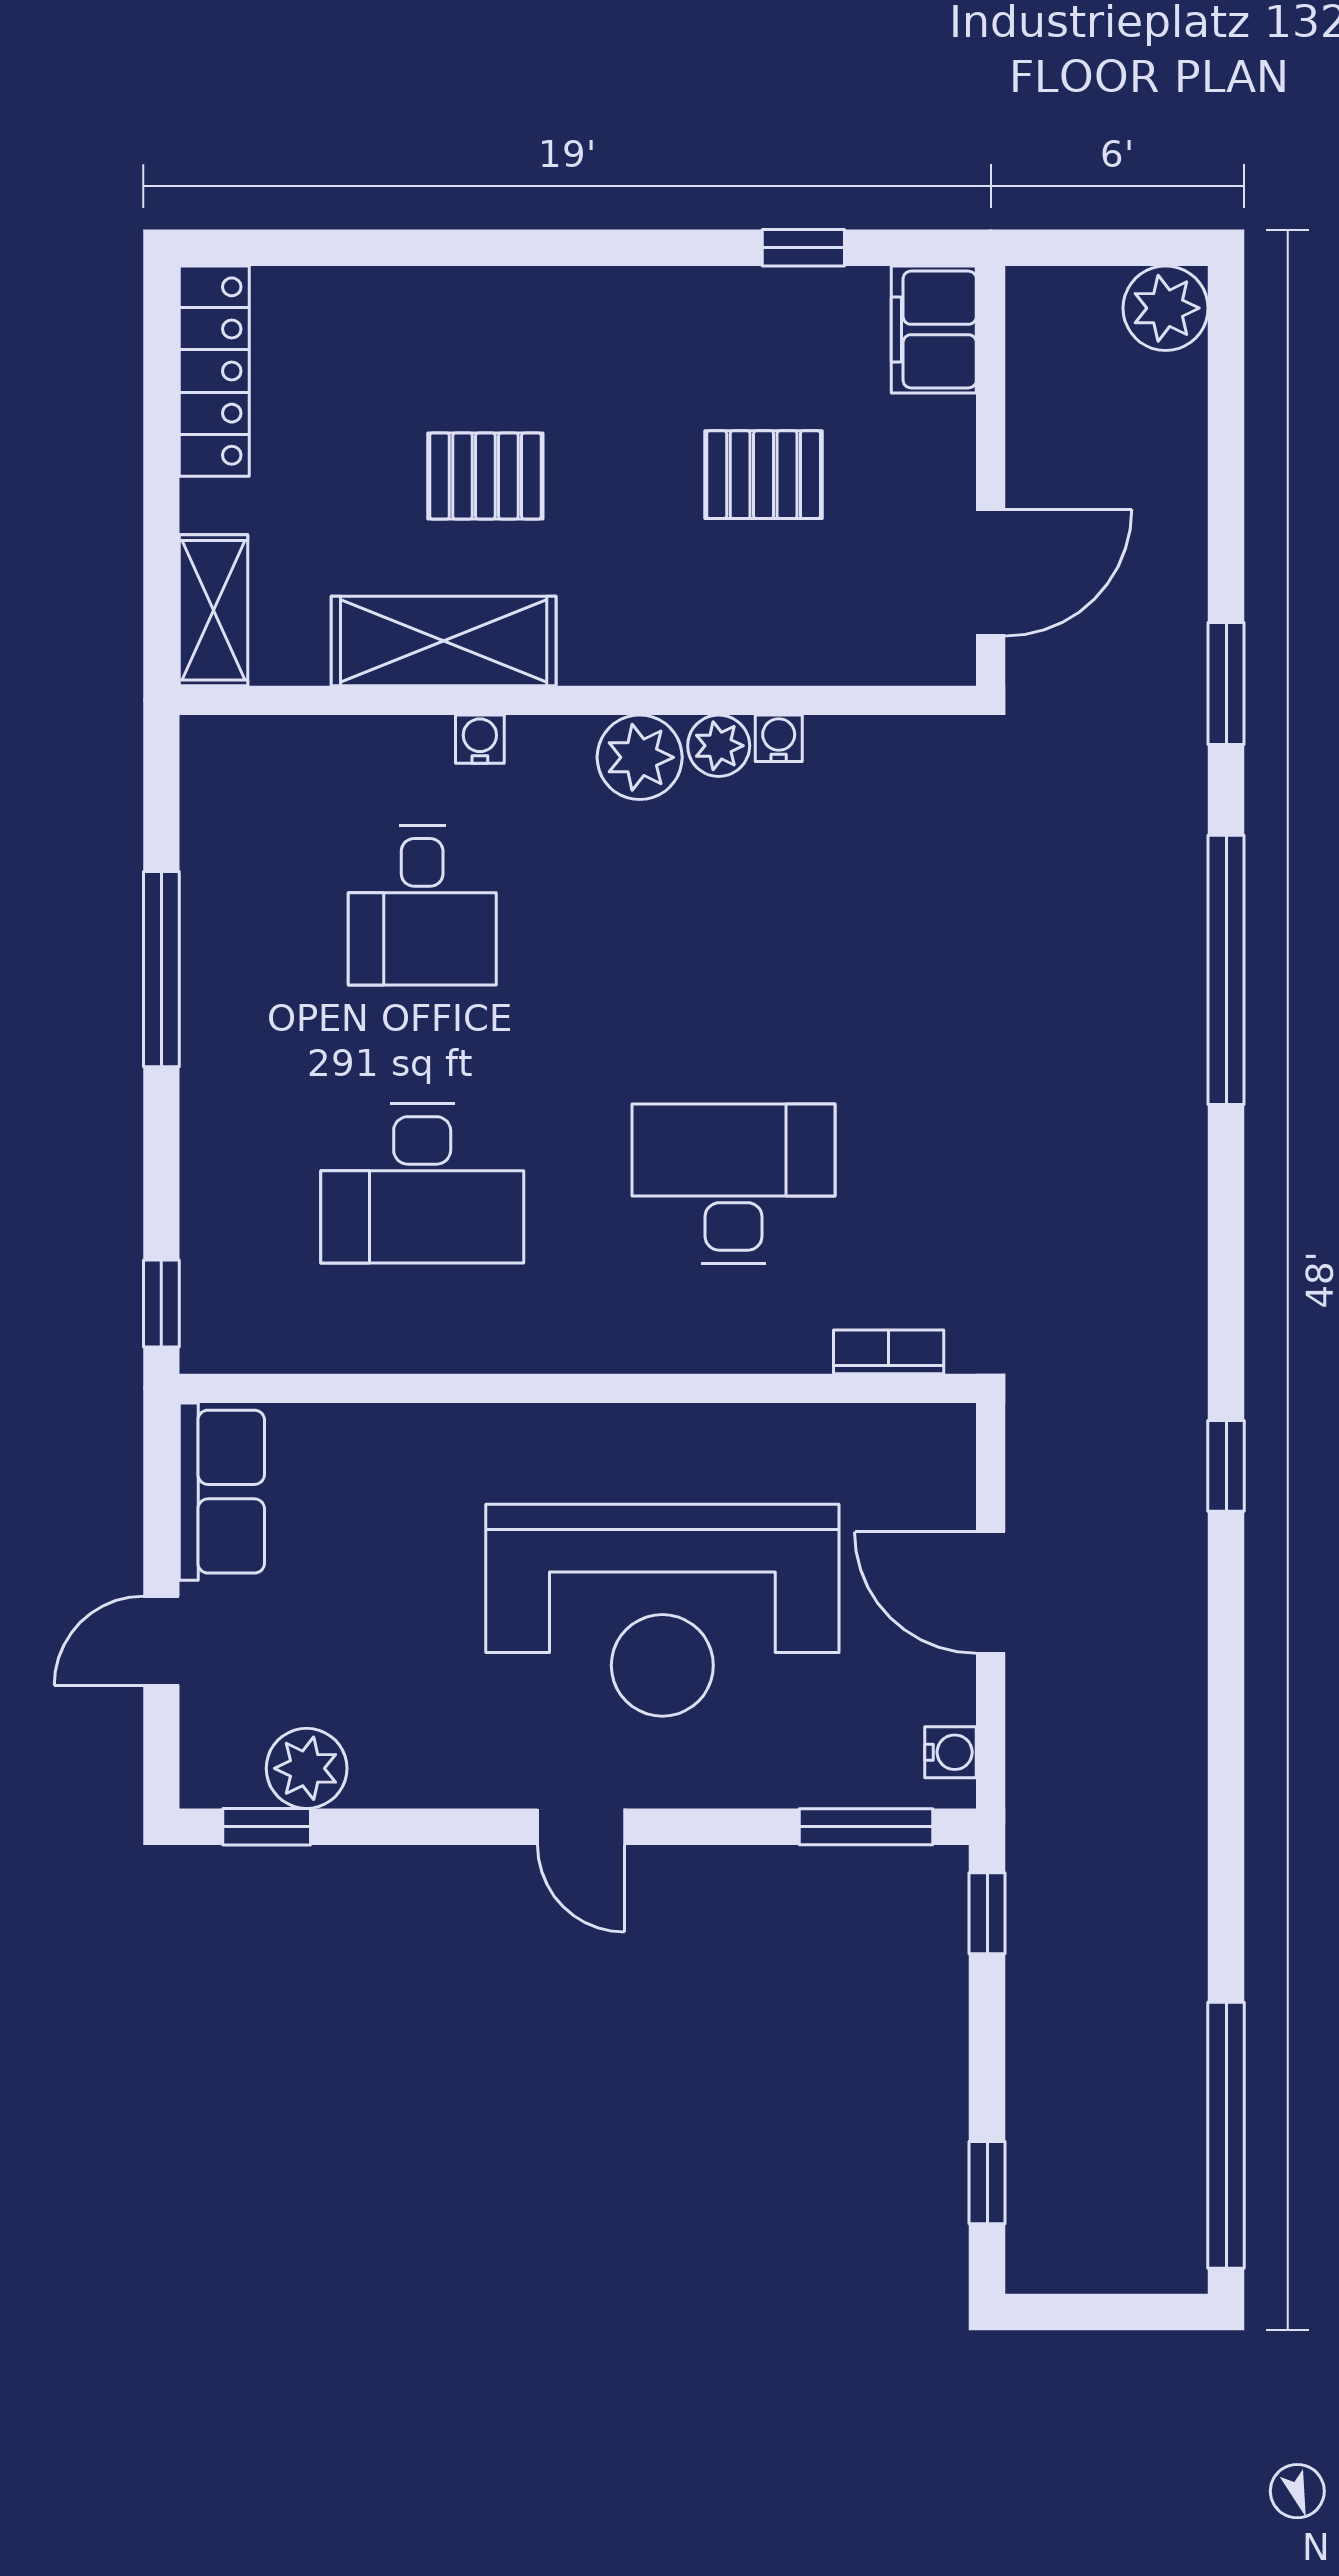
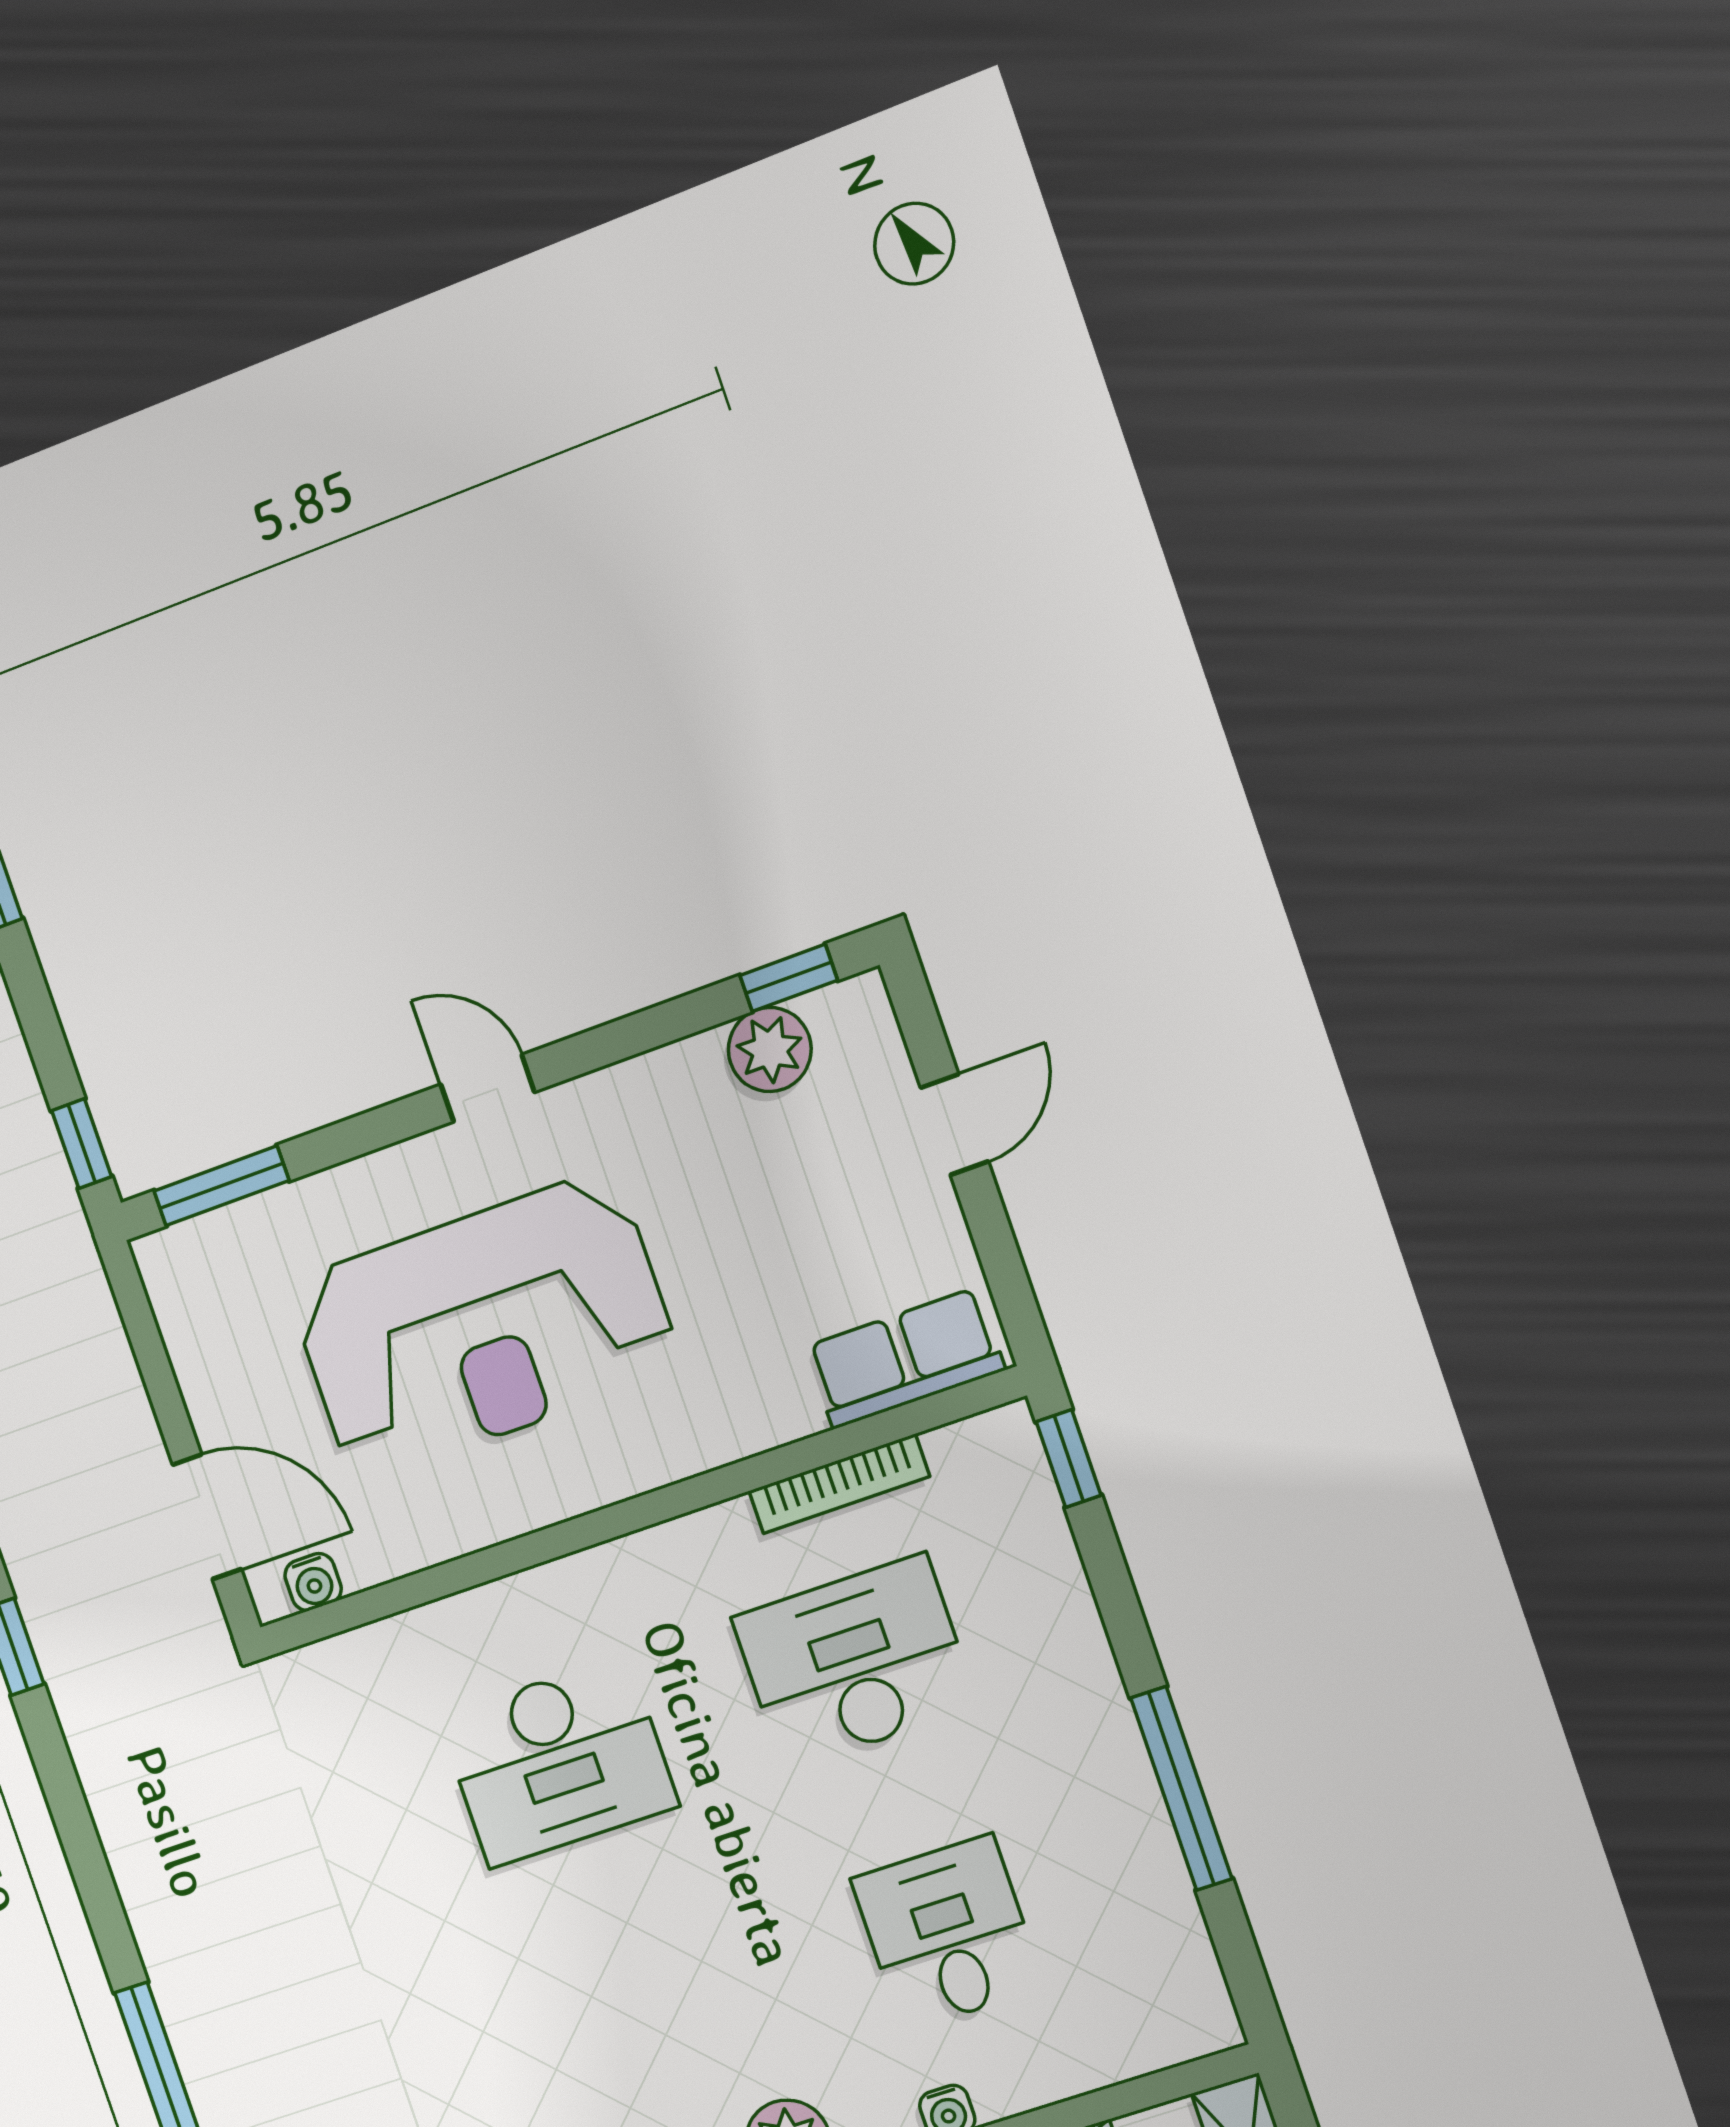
bookcase: (889, 1352) -> (839, 1484), moved, width x1.56
row of seats: (222, 1492) -> (905, 1358), moved, turned 90
door: (991, 1593) -> (207, 1517), moved
reception desk: (662, 1610) -> (483, 1326), turned 180
water cooler: (951, 1752) -> (313, 1582), moved, turned -90

